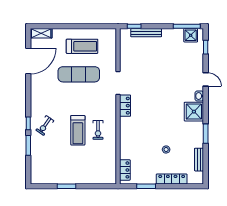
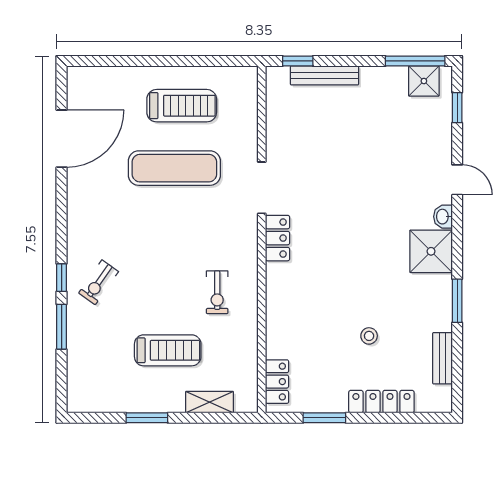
shelving: (41, 33) -> (210, 402), moved
treadmill: (78, 130) -> (168, 350), moved, turned -90

